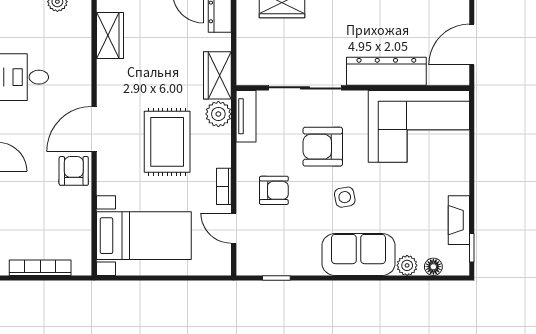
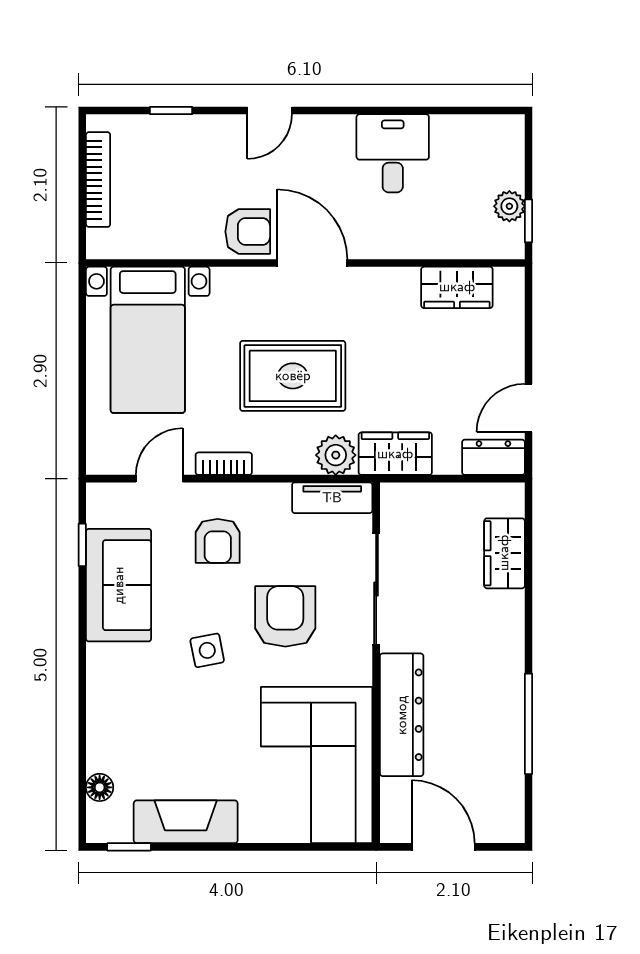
fireplace: (459, 220) -> (186, 822), width x1.37, depth x1.32
sofa: (359, 254) -> (119, 585), moved
plant: (407, 265) -> (102, 747), removed

